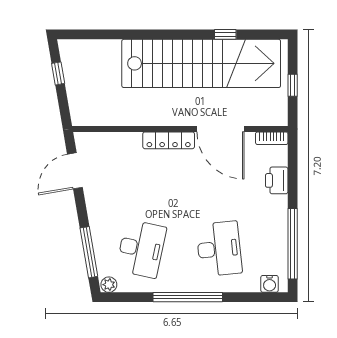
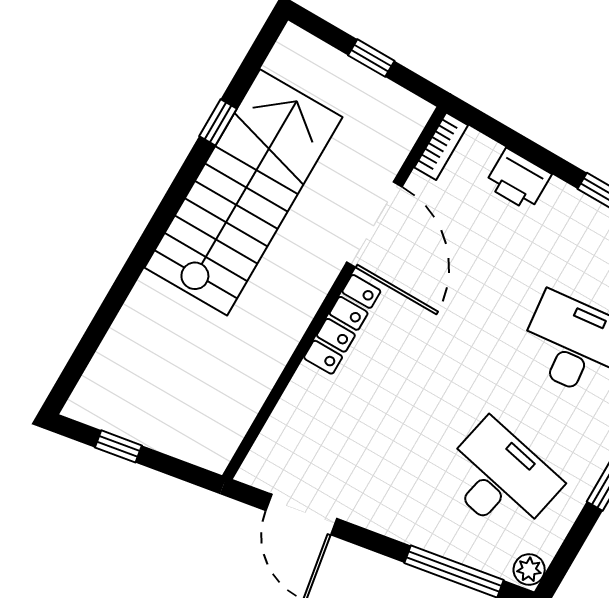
stairs: (201, 63) -> (243, 192), width x0.73
door: (220, 129) -> (374, 225), hinge flipped

